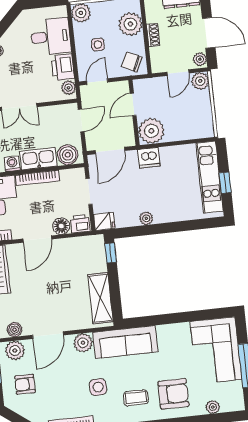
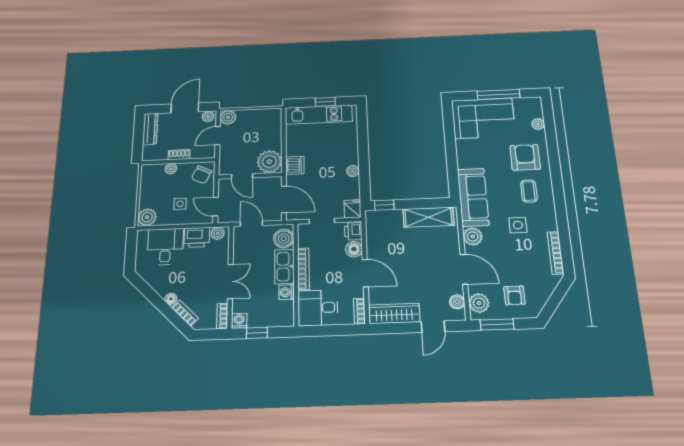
plant: (130, 24) -> (171, 169), width x0.53, depth x0.53
door: (178, 73) -> (218, 136), swing flipped

